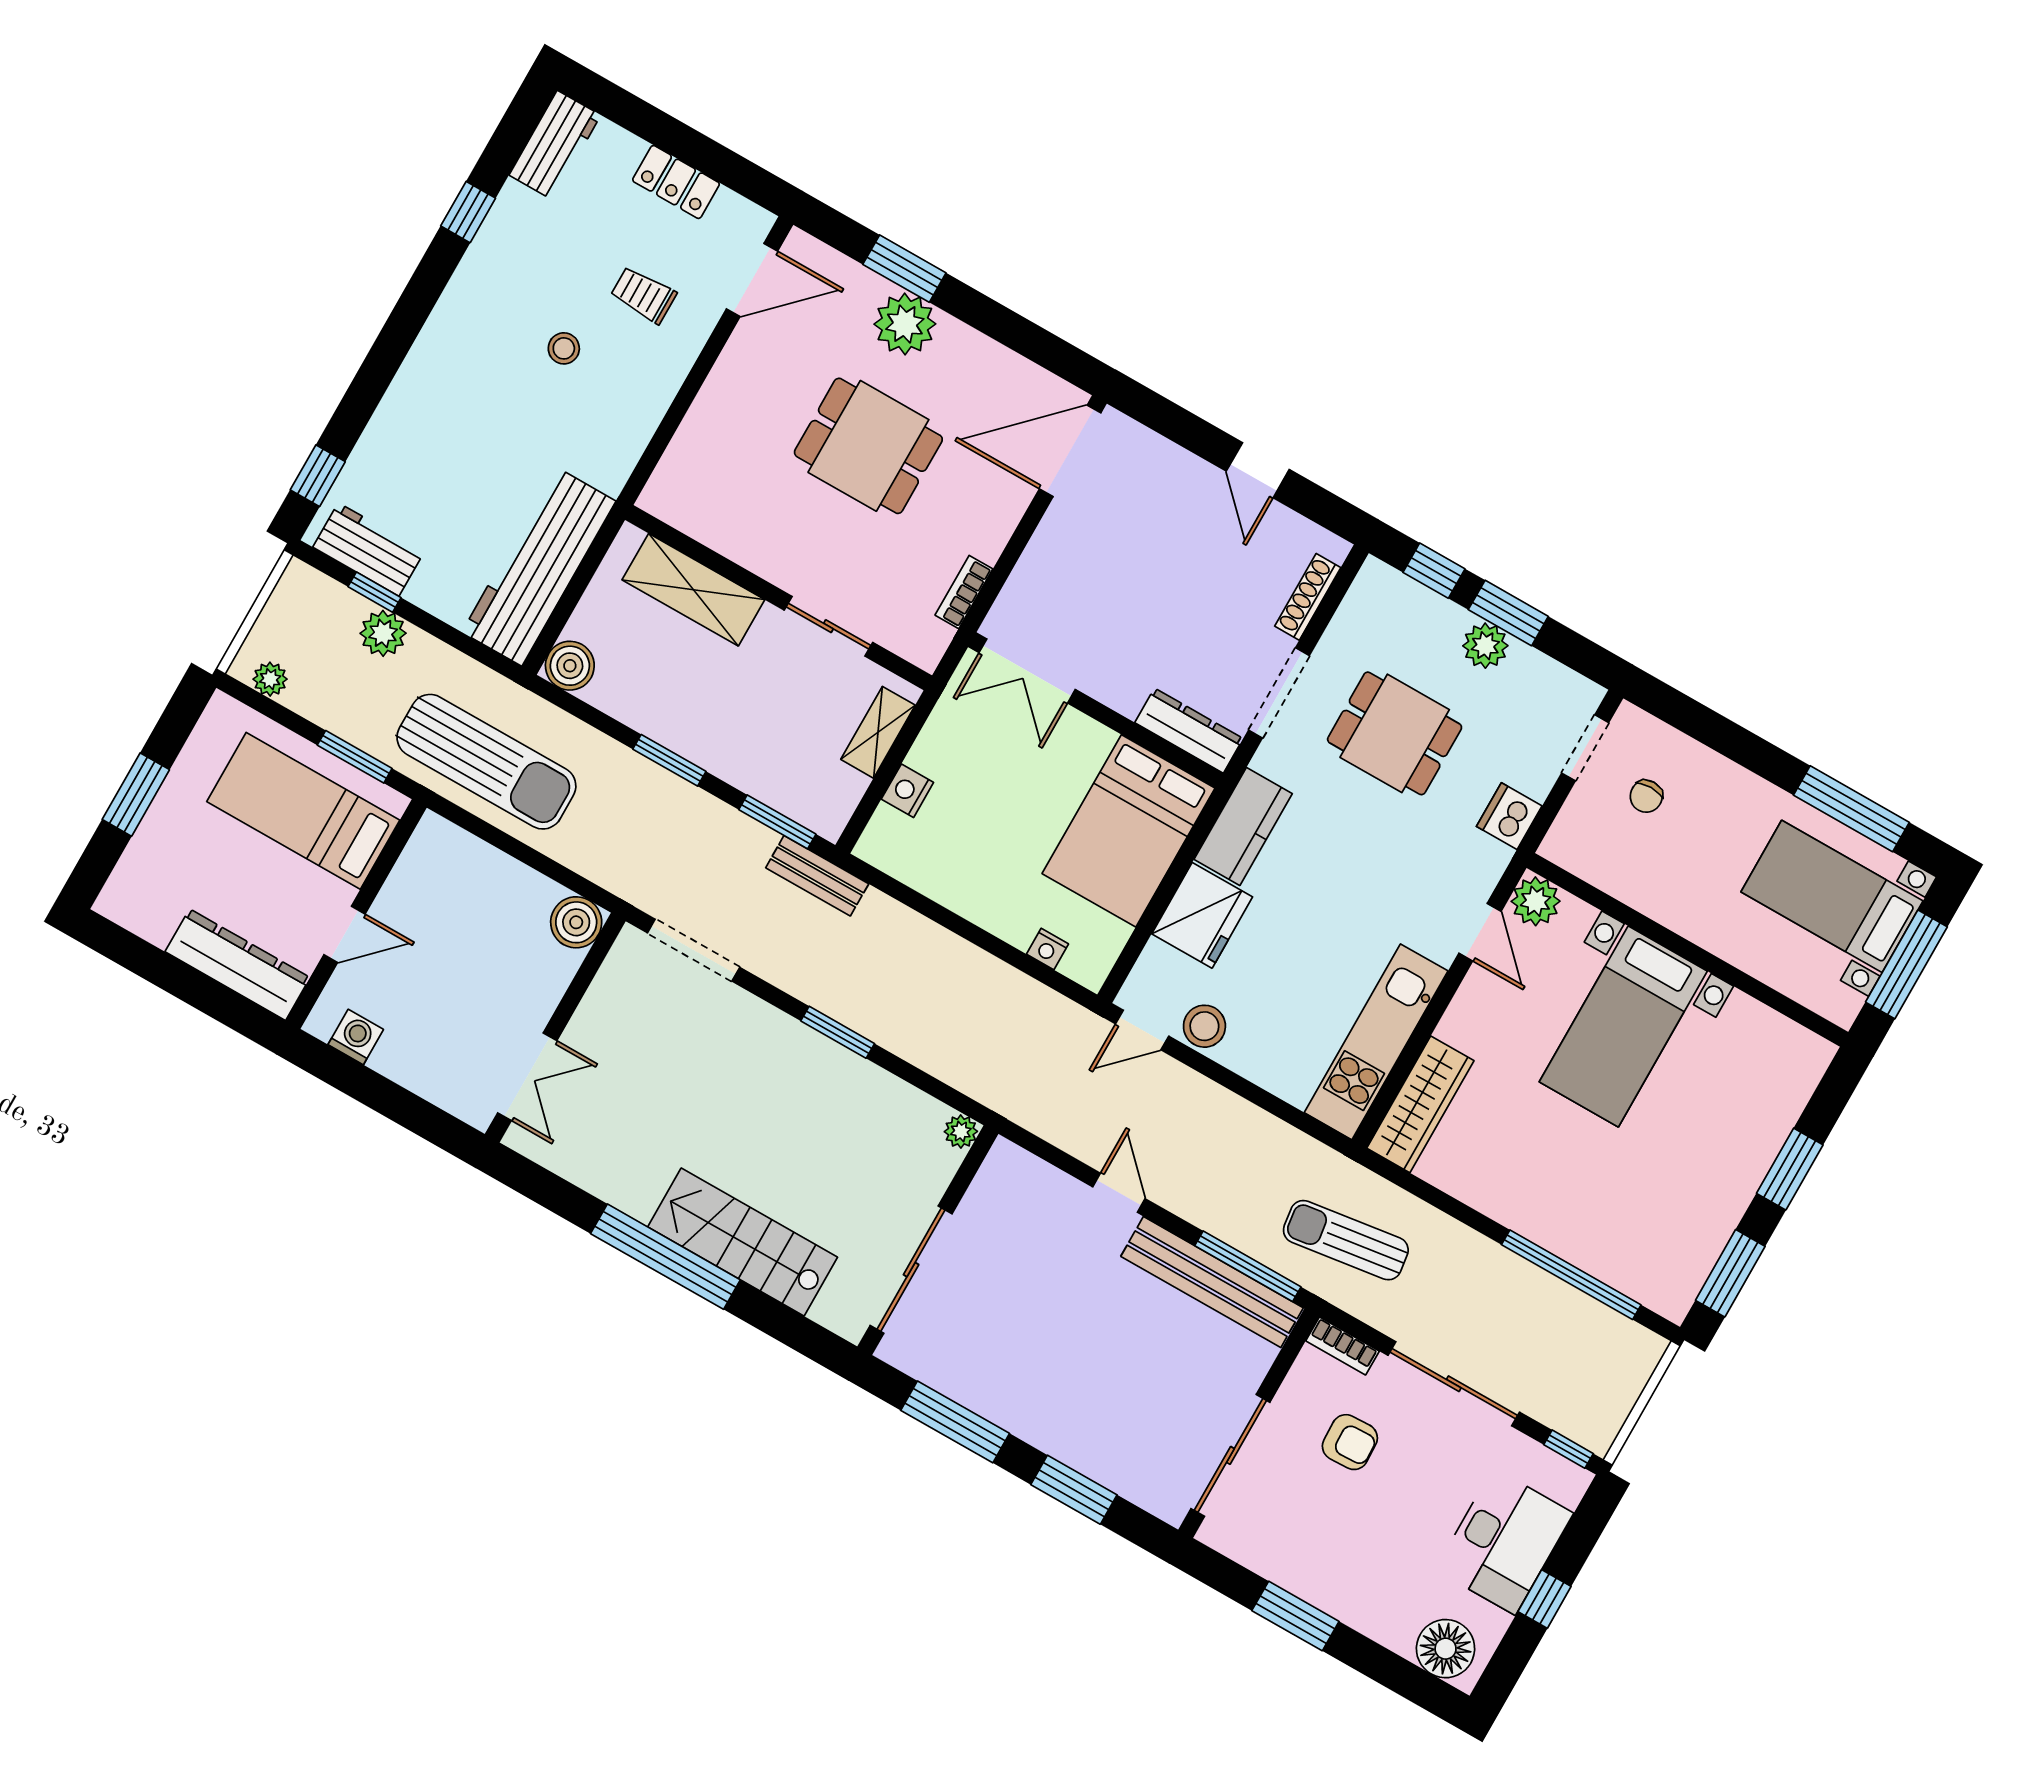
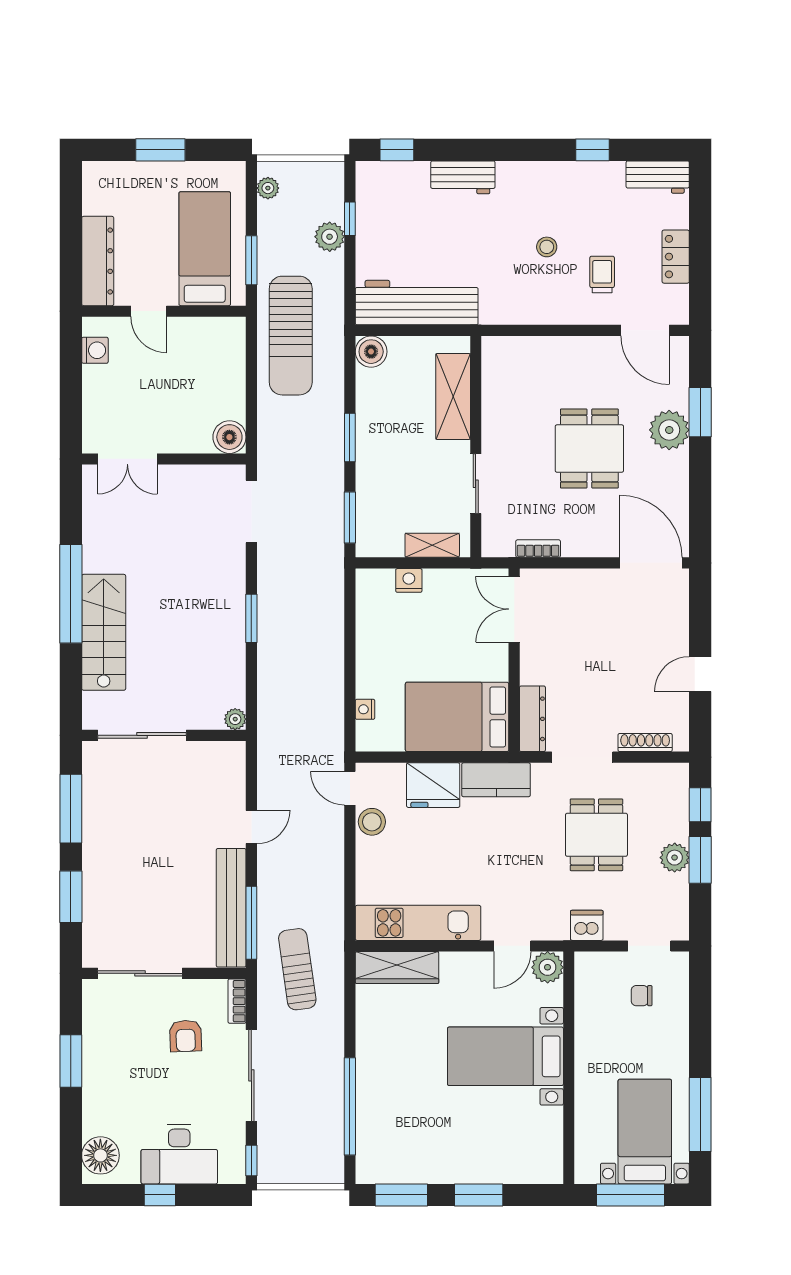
workbench: (369, 549) -> (463, 177), moved, turned 90
bench: (817, 876) -> (332, 557), removed

